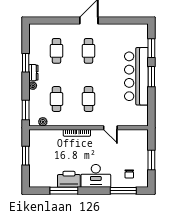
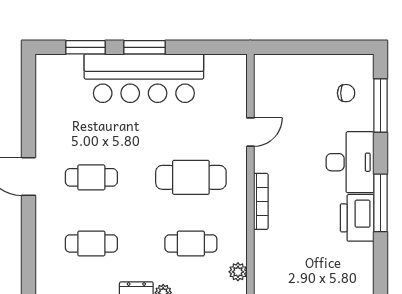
cafe table: (88, 99) -> (191, 177), width x1.37, depth x1.35
window: (151, 160) -> (317, 47), removed
window: (64, 191) -> (380, 203), moved

